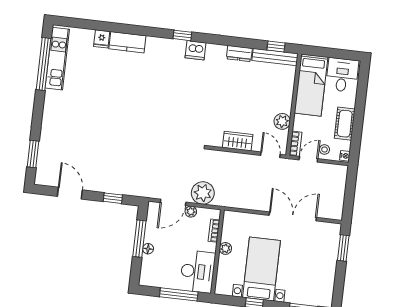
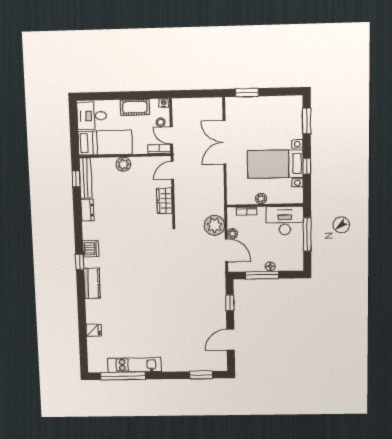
kitchen counter: (127, 42) -> (92, 283), moved
kitchen unit: (57, 59) -> (134, 365), moved
plant: (282, 121) -> (123, 164), moved

